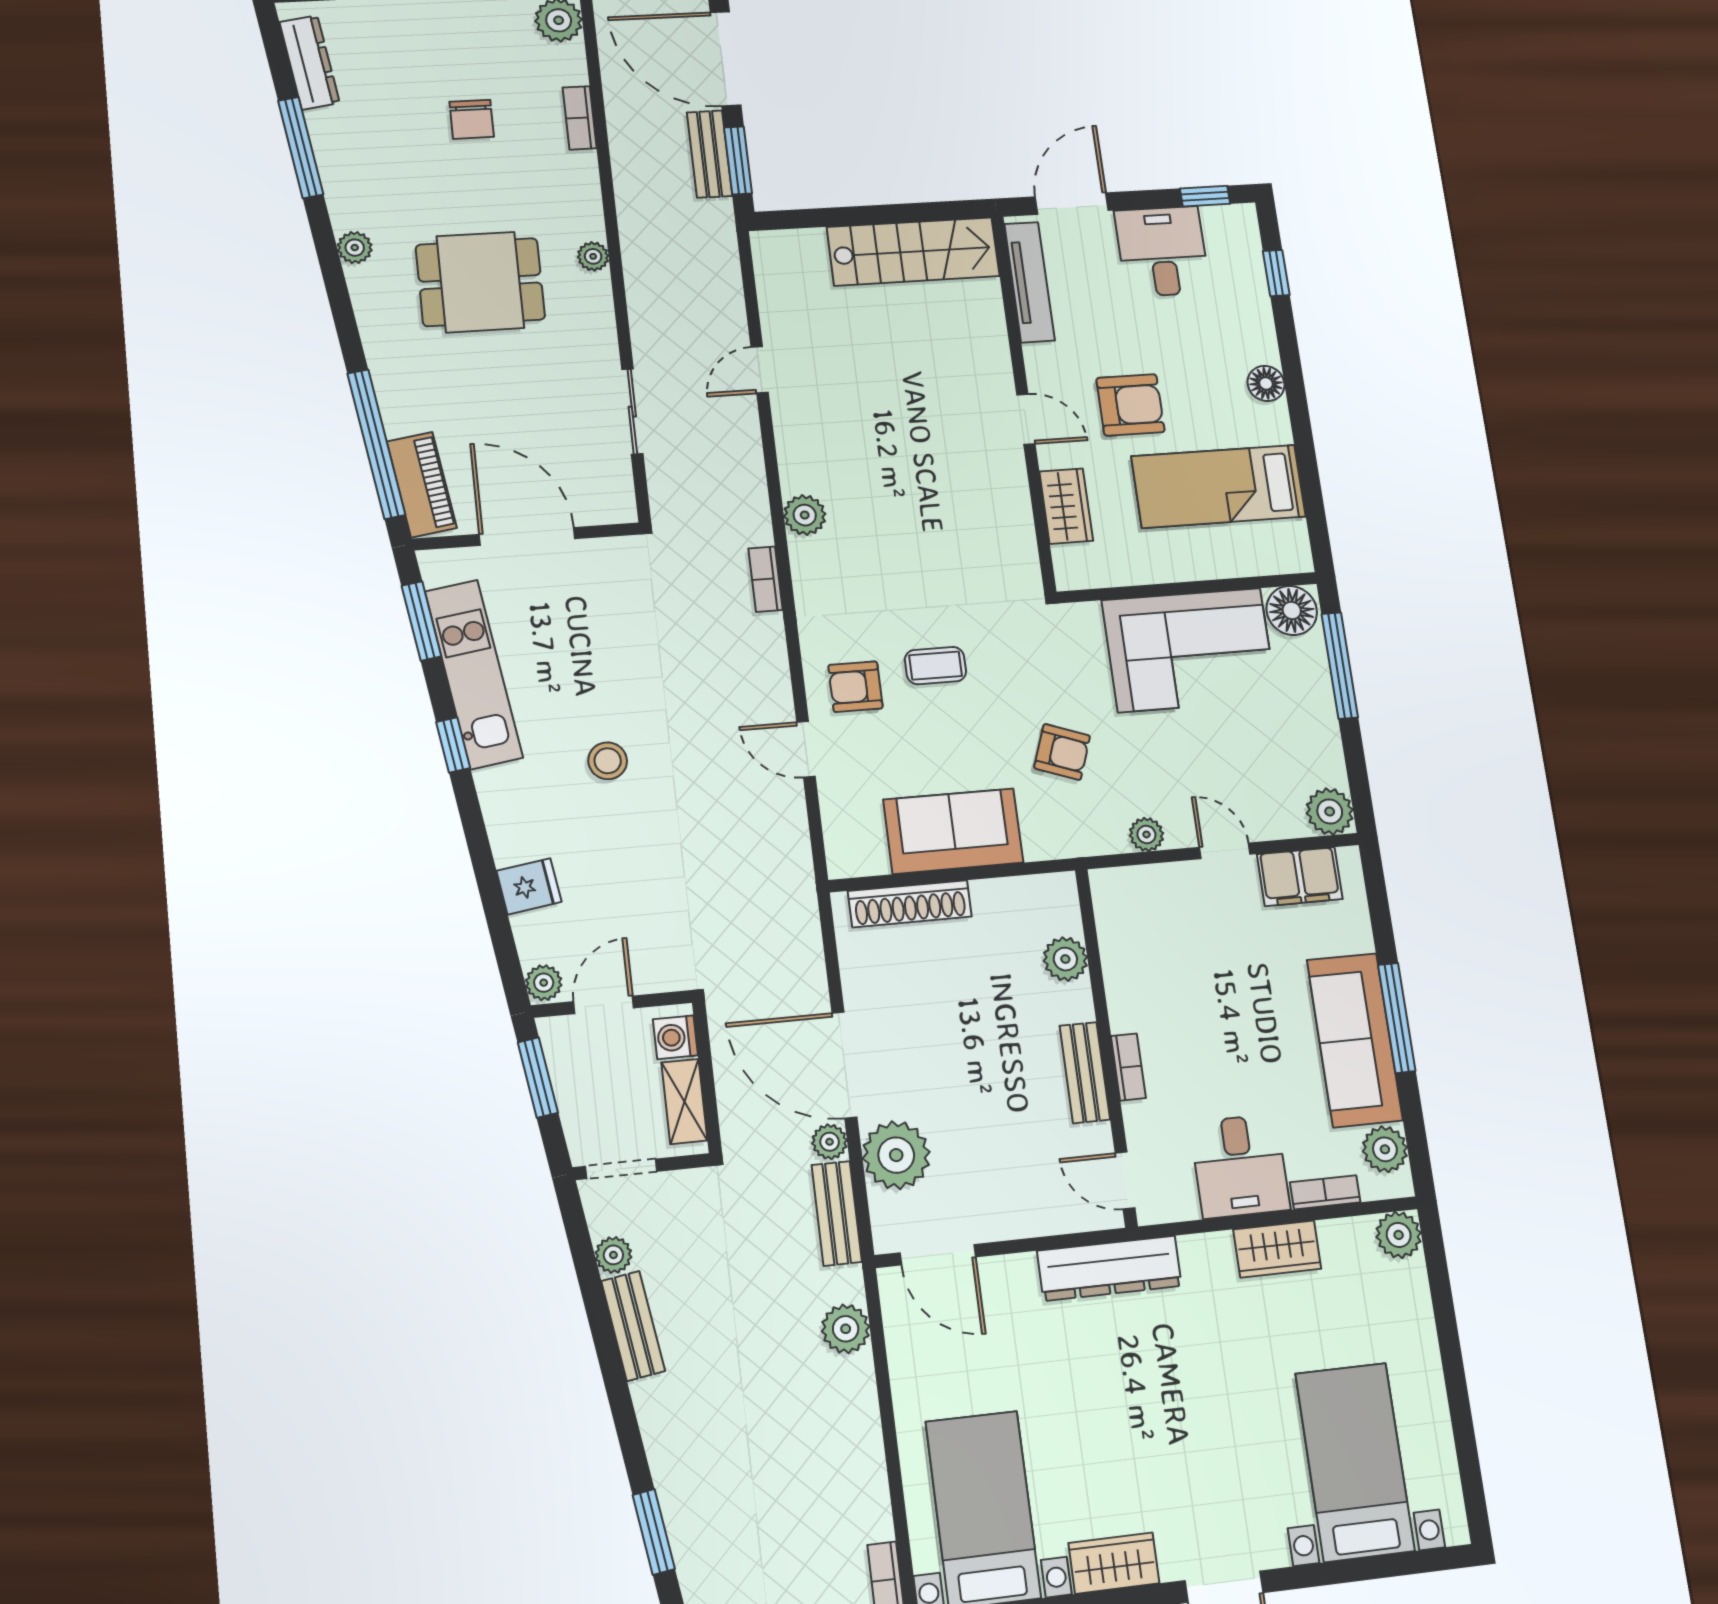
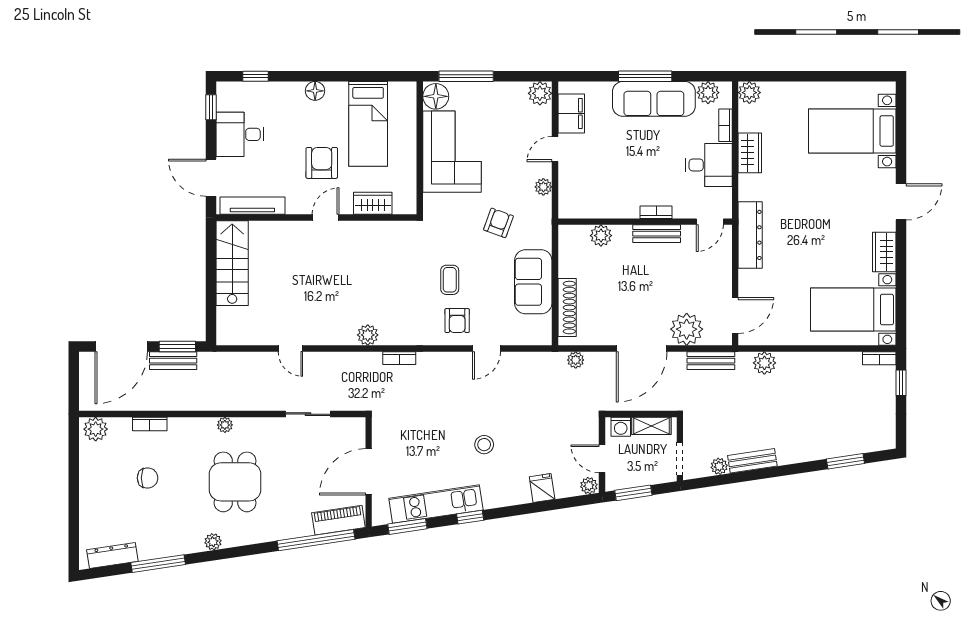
plant: (830, 1142) -> (576, 360), moved

